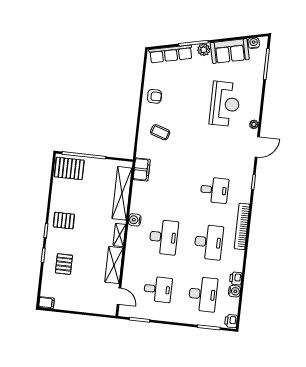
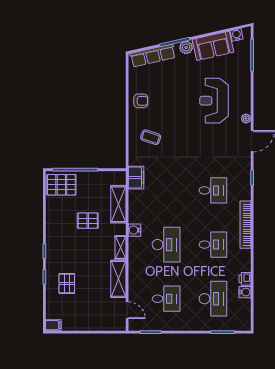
reception desk: (225, 104) -> (214, 101), turned 180
shelving: (122, 193) -> (118, 204), width x0.68
pallet: (64, 221) -> (88, 221), moved
desk: (209, 242) -> (213, 245), width x0.73
printer: (231, 321) -> (245, 323), removed

